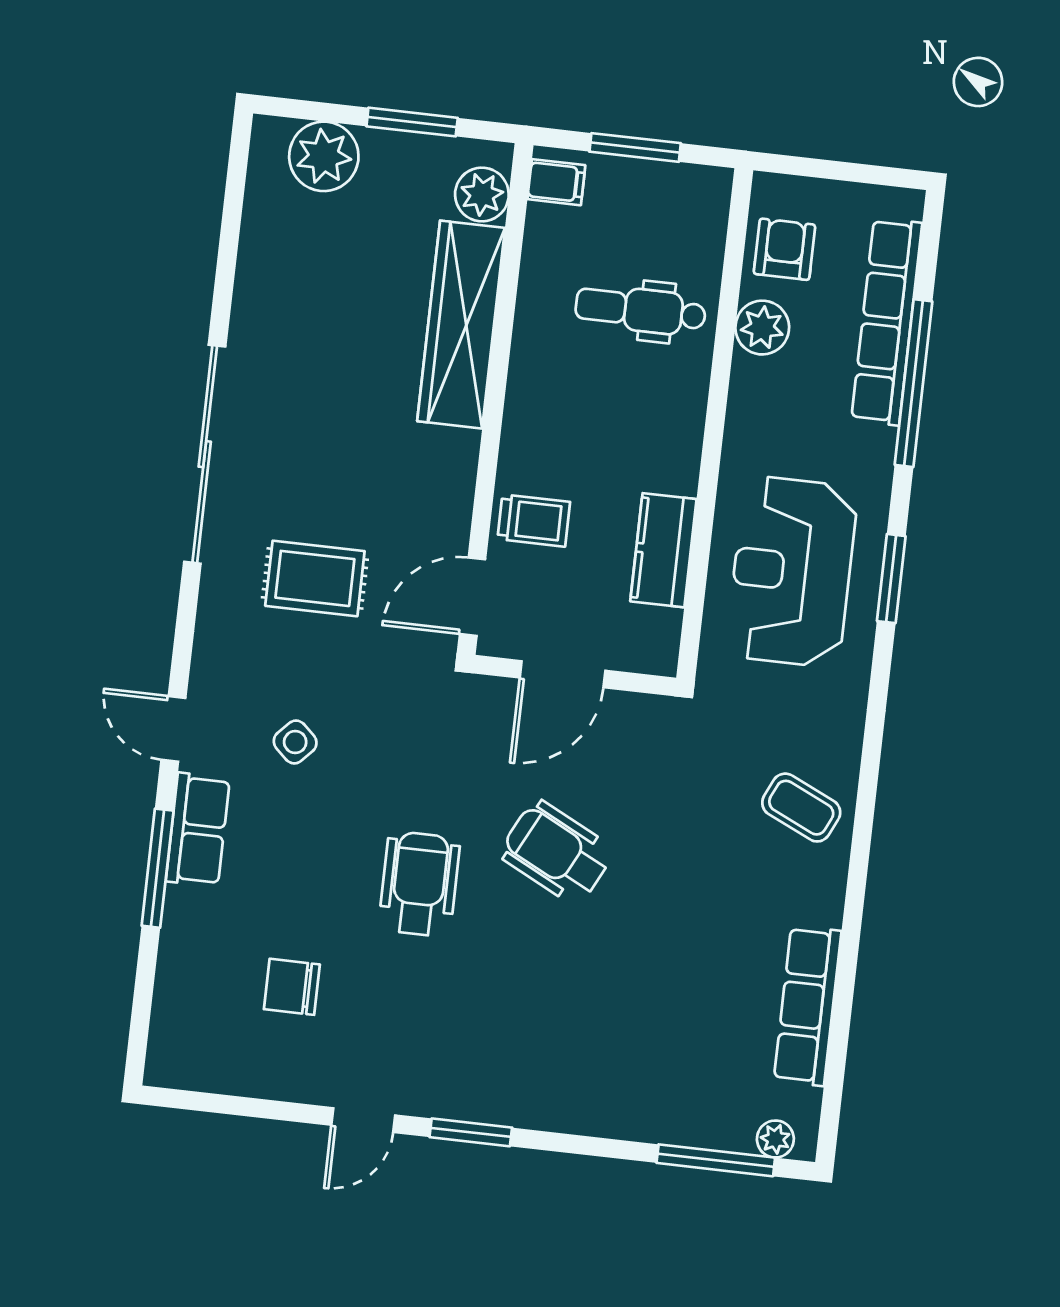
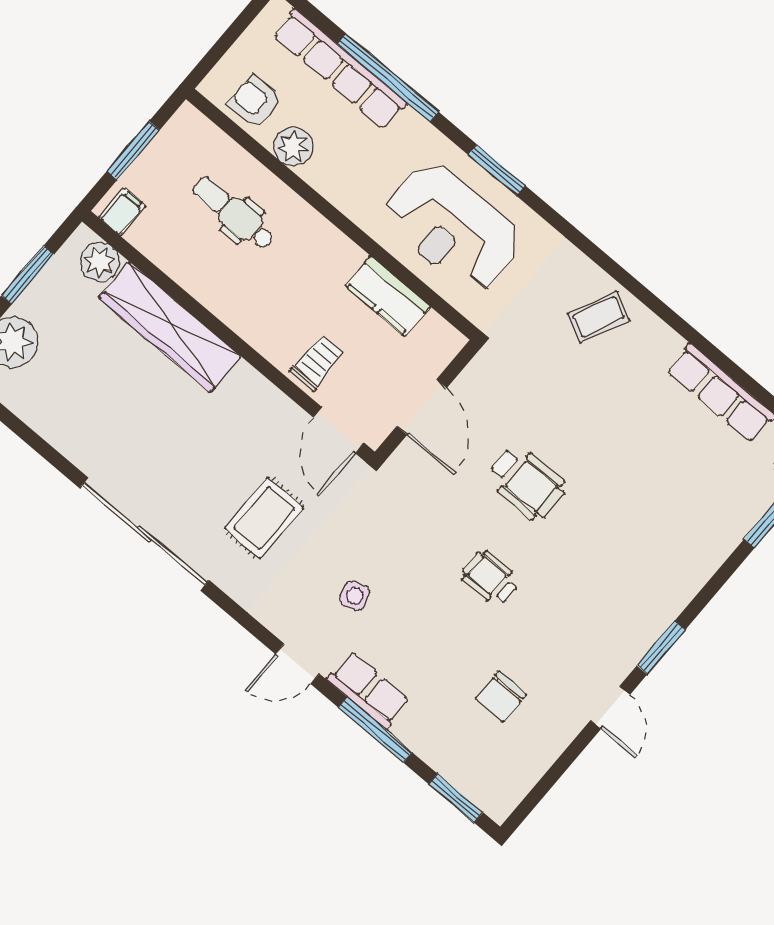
dental chair: (641, 310) -> (233, 213), turned 90
side table: (295, 742) -> (355, 596), turned 30
wheelchair: (557, 852) -> (527, 483), turned -117
wheelchair: (419, 884) -> (490, 578), width x0.73, depth x0.73
window: (141, 1013) -> (456, 798), added

